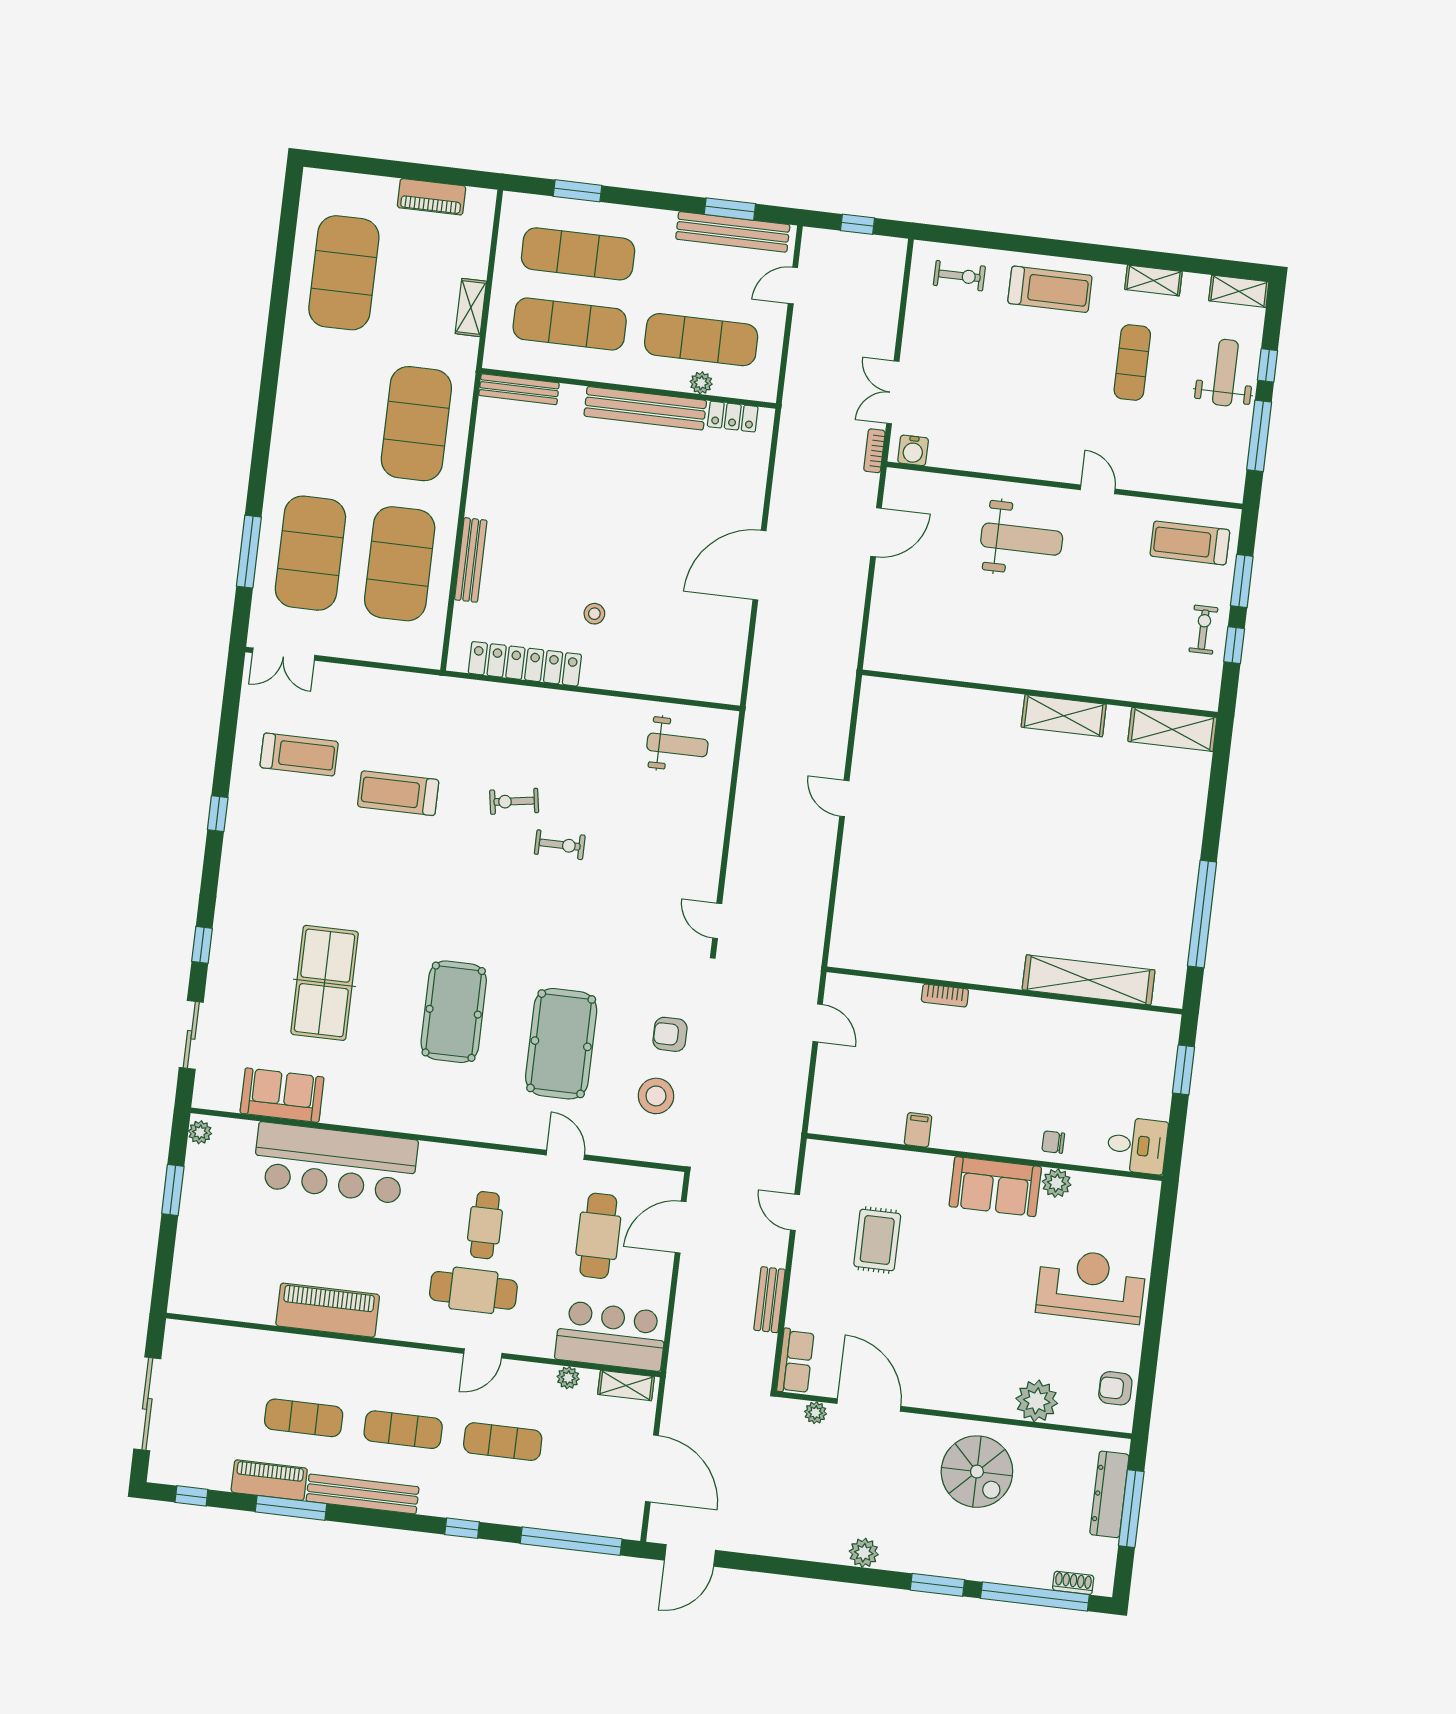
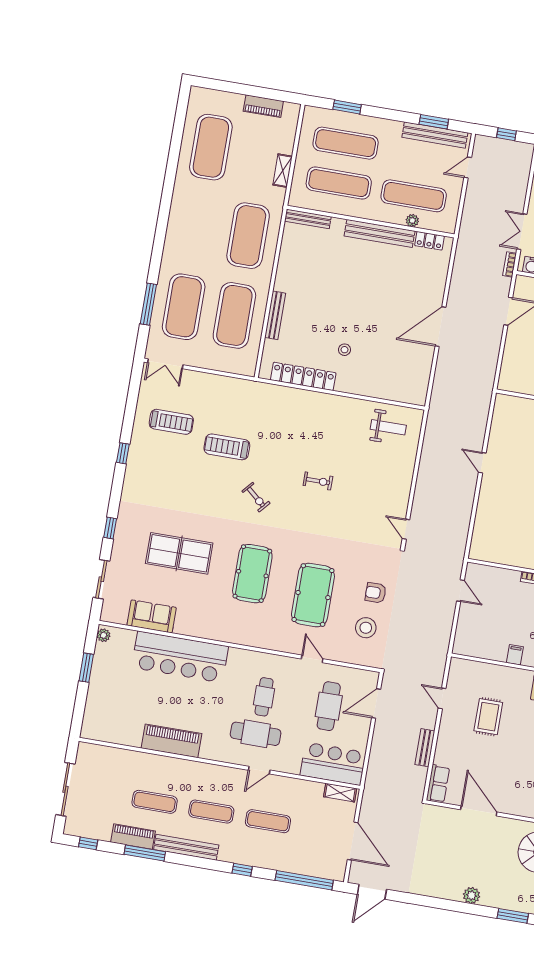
exercise bike: (514, 801) -> (256, 497), moved, turned -130
table tennis table: (325, 983) -> (179, 553), turned 90
plant: (568, 1378) -> (307, 787), removed
plant: (815, 1413) -> (448, 814), removed

